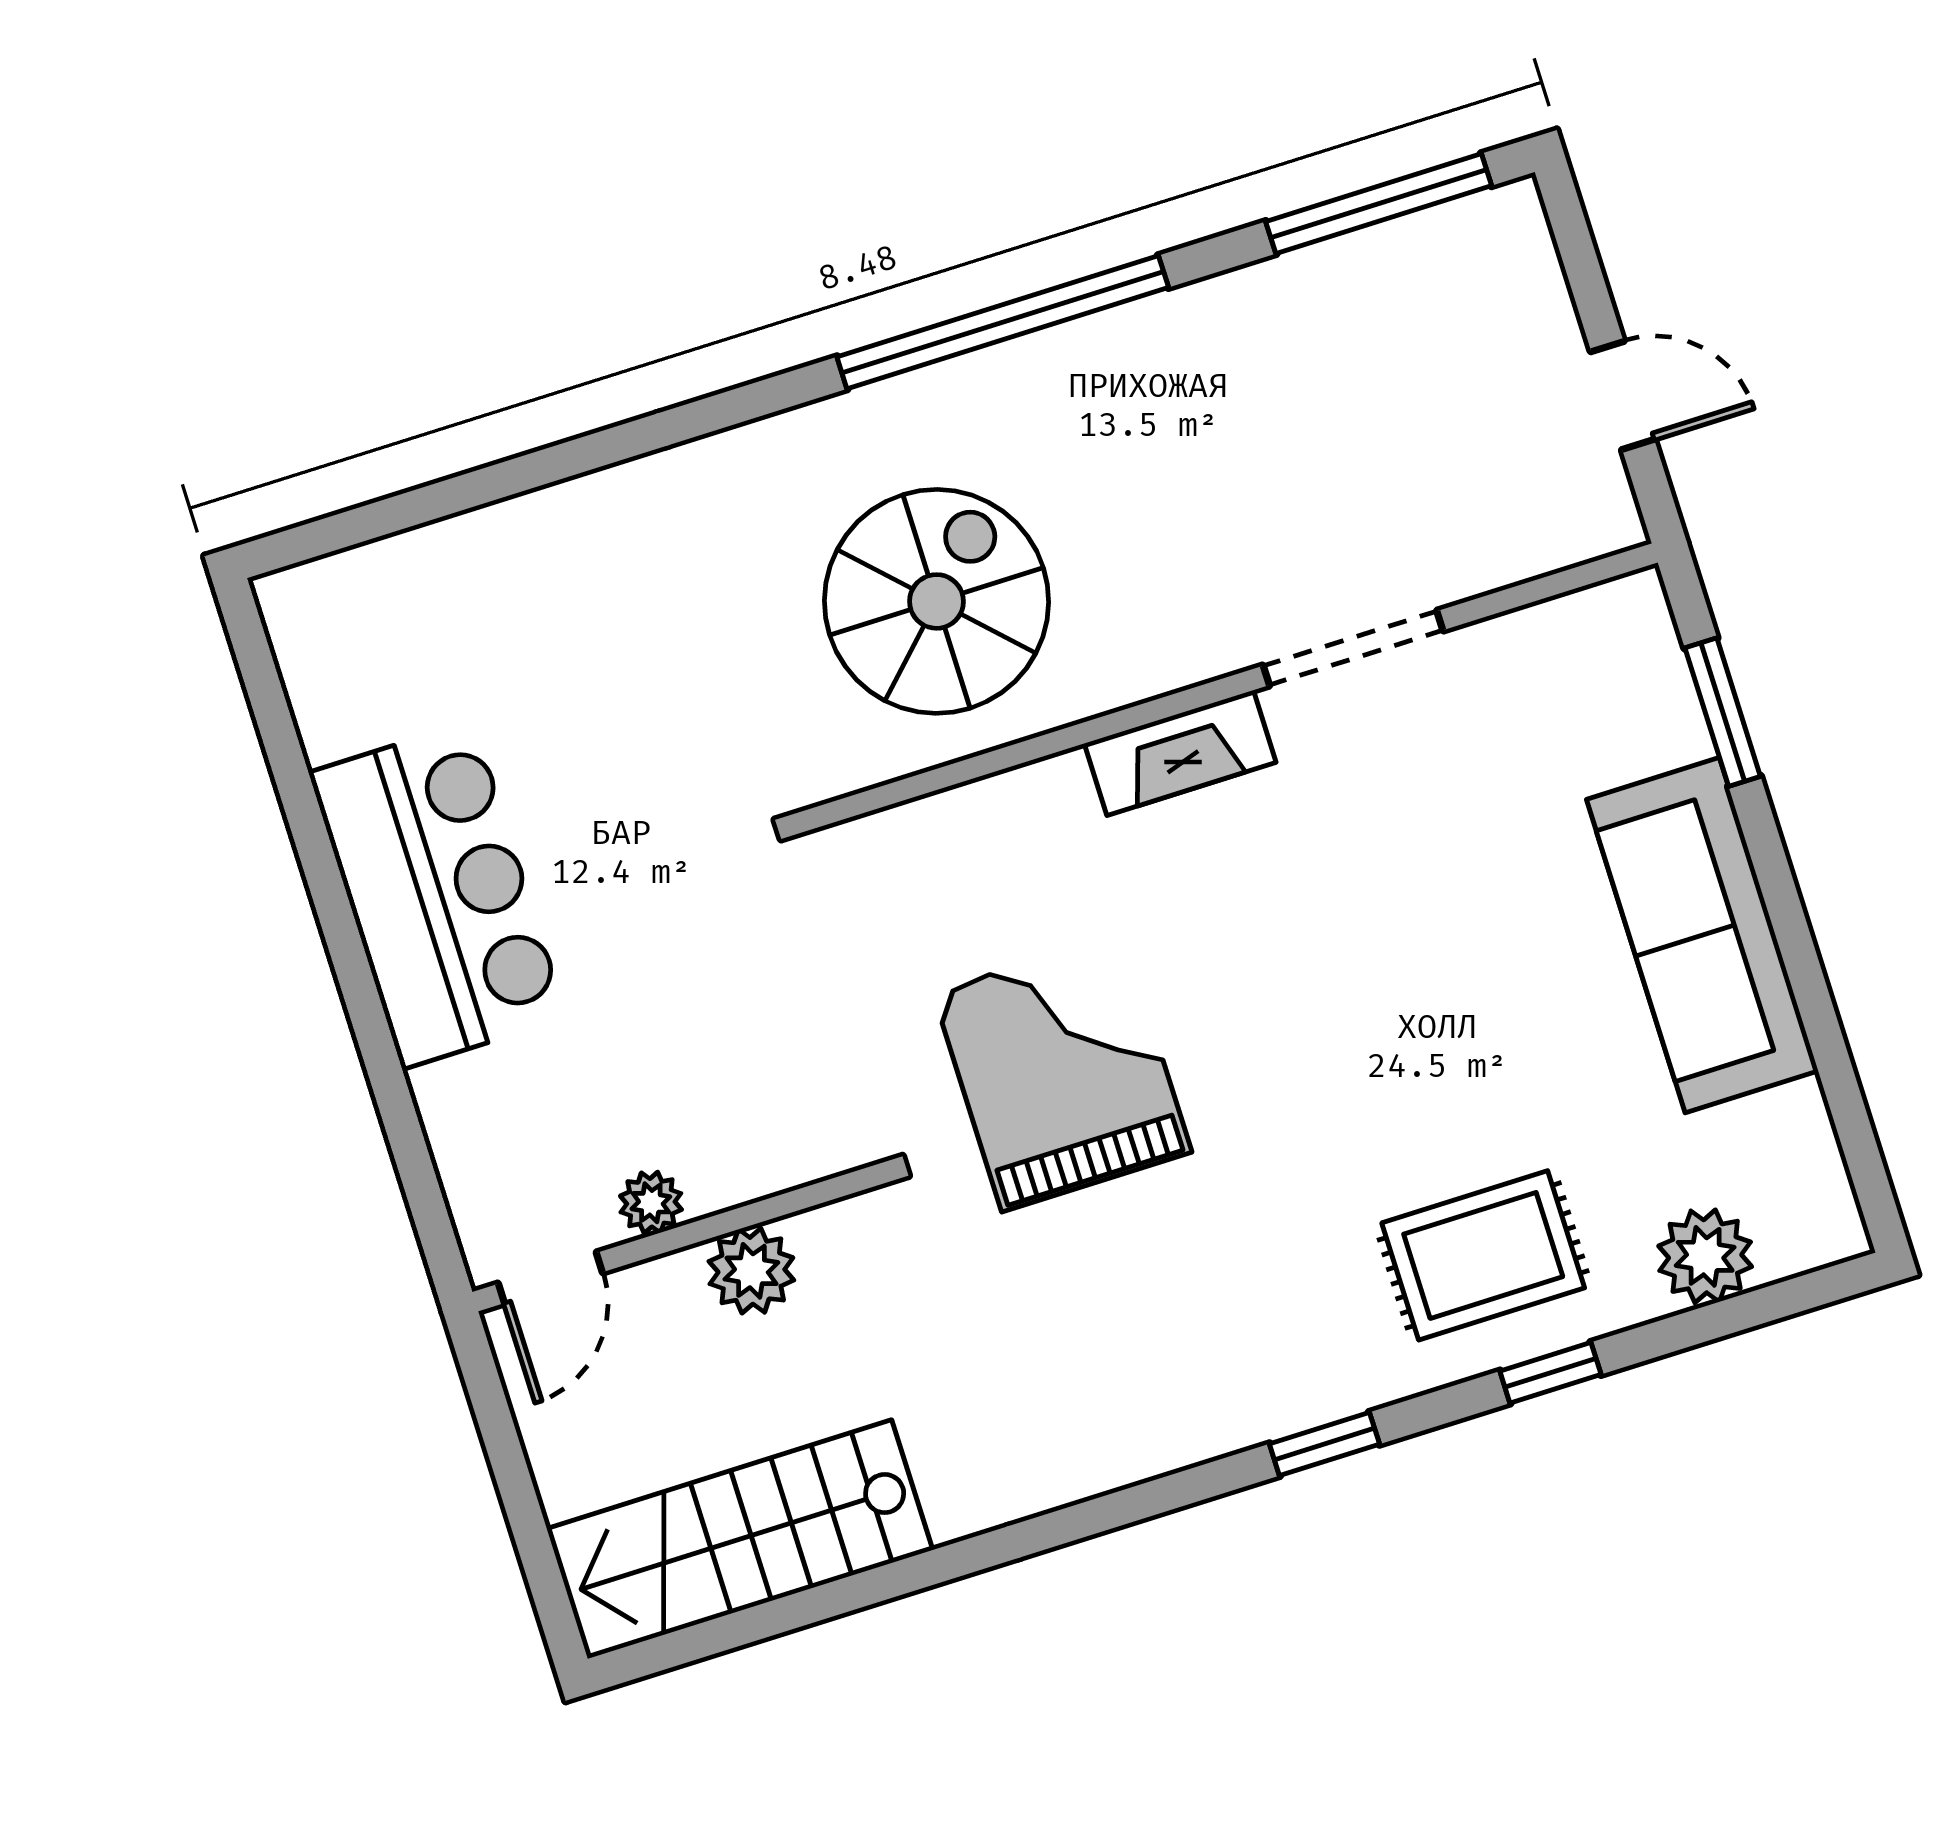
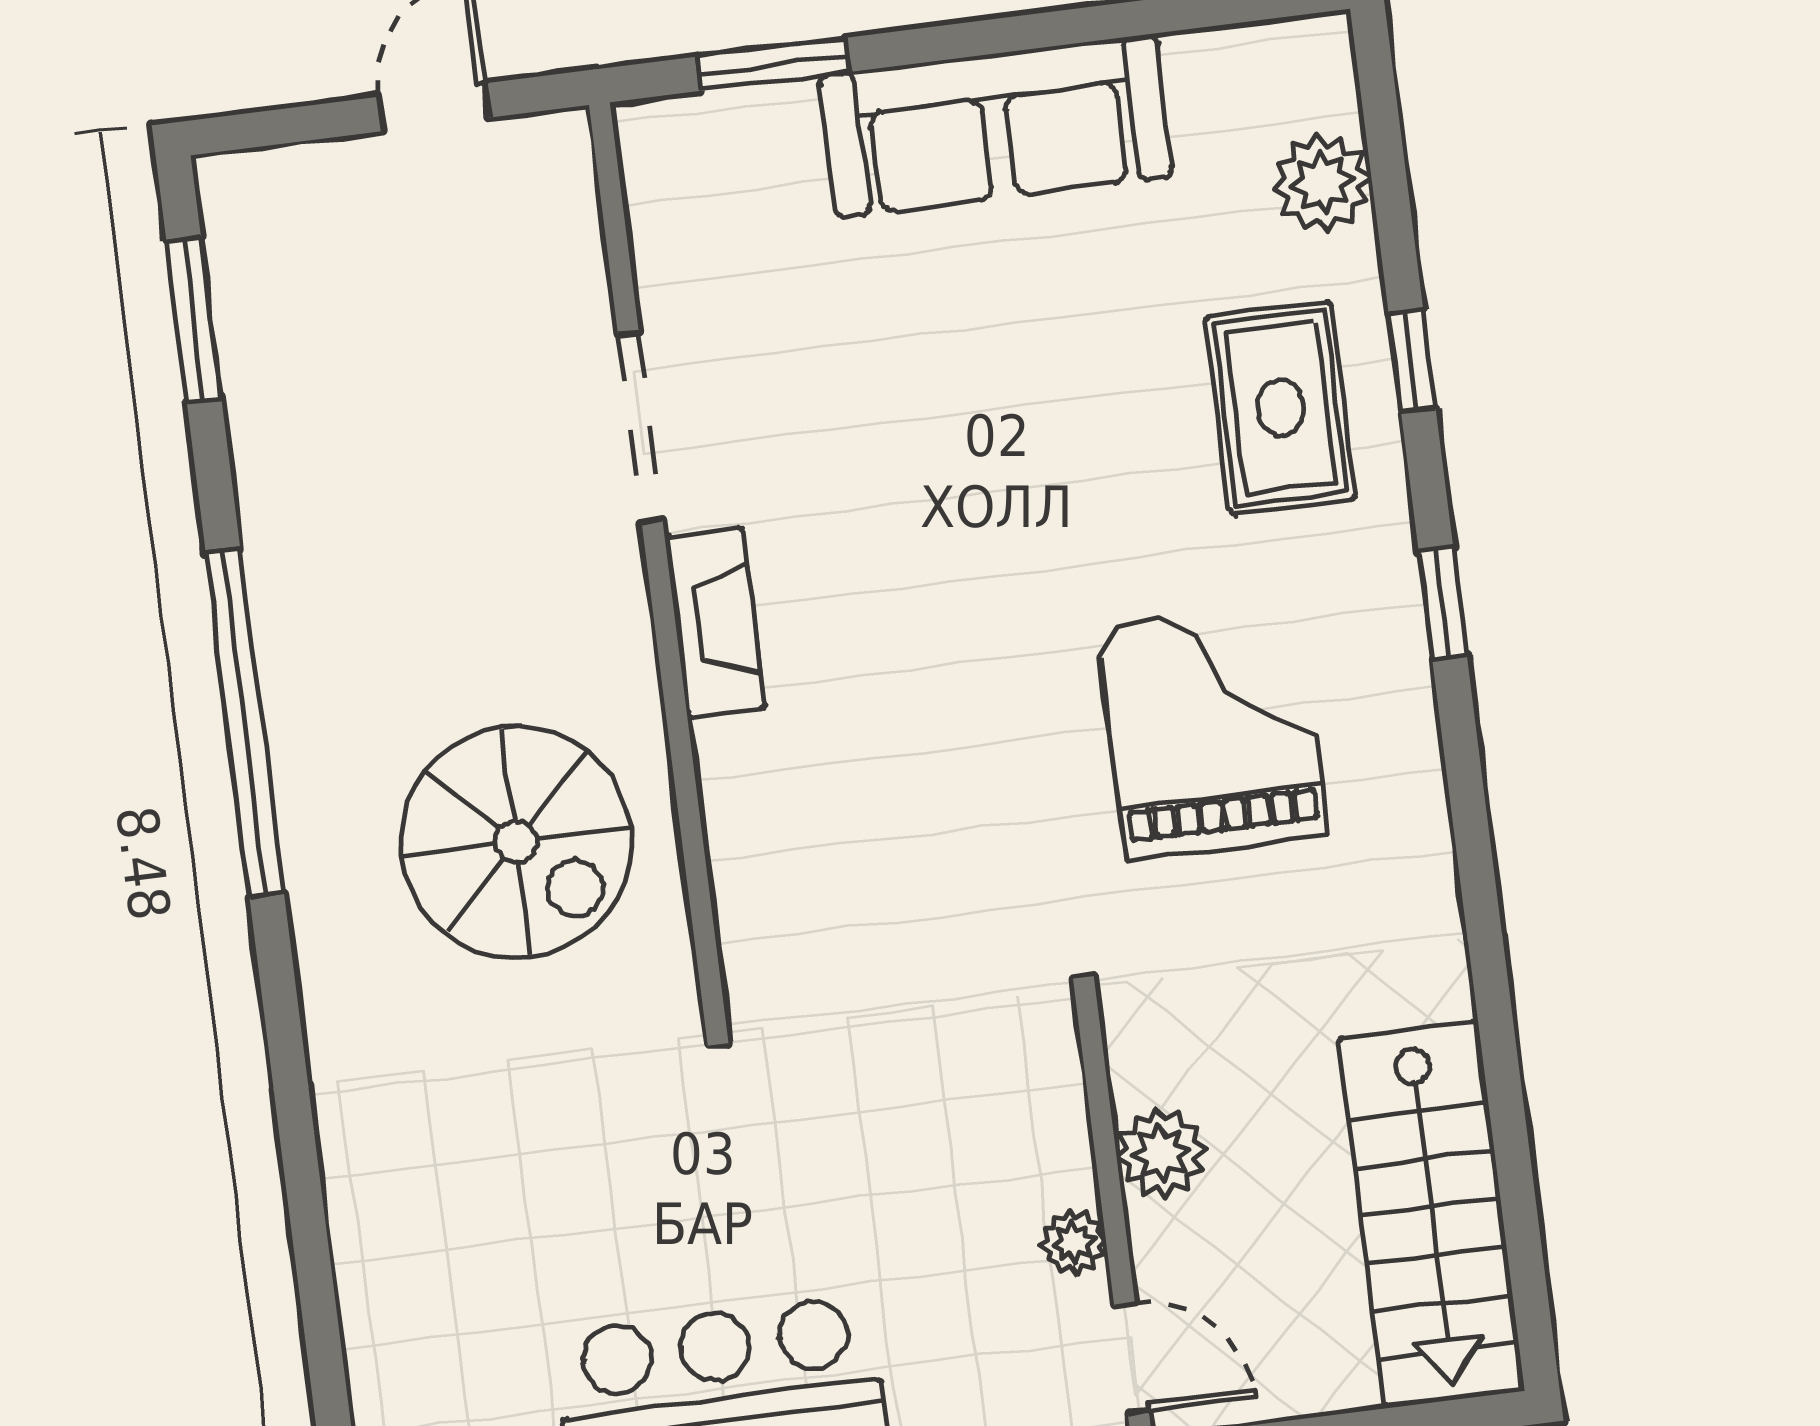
window: (1379, 204) -> (194, 320), width x0.69
spiral stairs: (937, 601) -> (516, 842), turned 180
grand piano: (1062, 1072) -> (1213, 730), moved, turned 90

